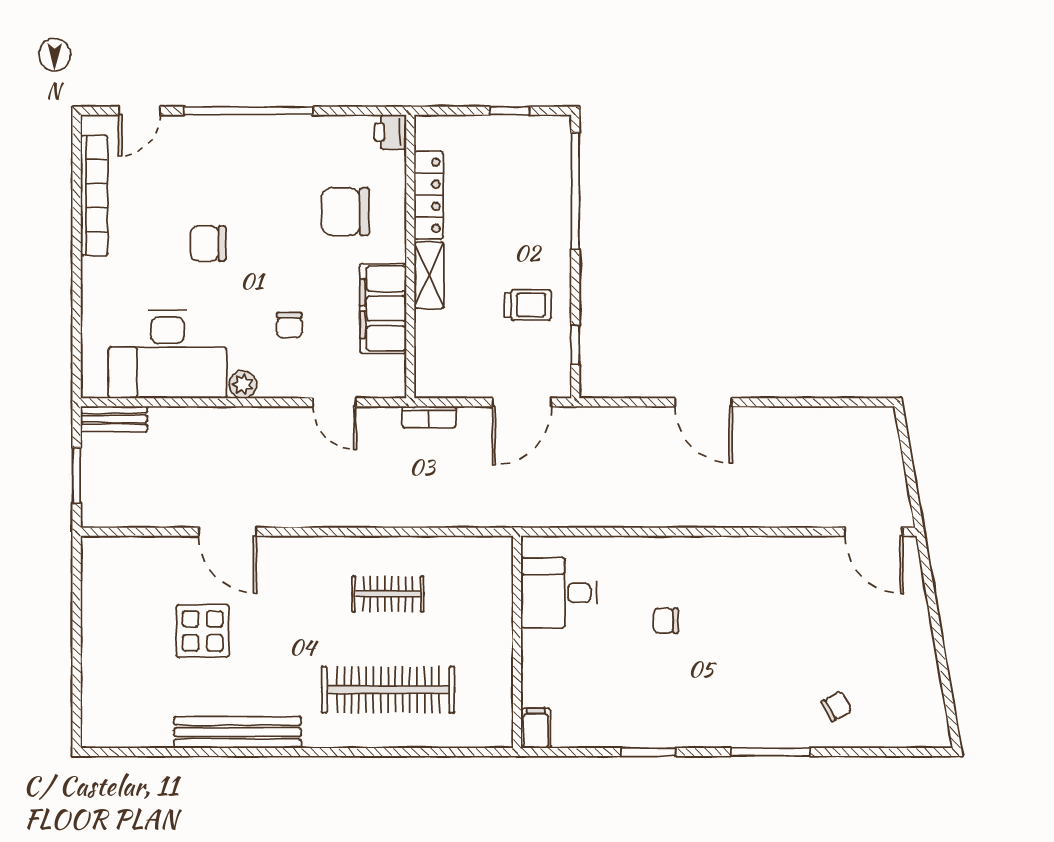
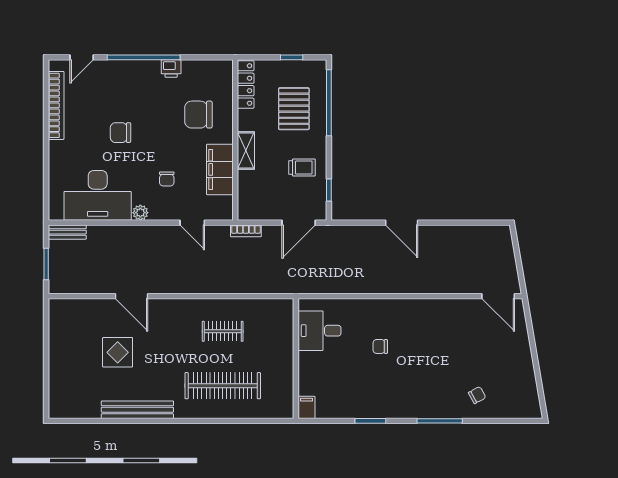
printer: (390, 132) -> (171, 68), moved, turned -90
locker: (429, 195) -> (246, 84), moved
pallet: (513, 201) -> (294, 109), added

